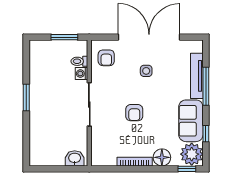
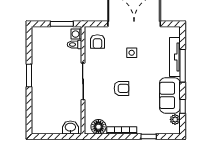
washing machine: (82, 74) -> (76, 34), moved
armchair: (134, 113) -> (121, 88), turned -90
plant: (192, 154) -> (175, 119), width x0.53, depth x0.53
floor lamp: (162, 157) -> (98, 127), moved
window: (187, 169) -> (149, 137), moved

